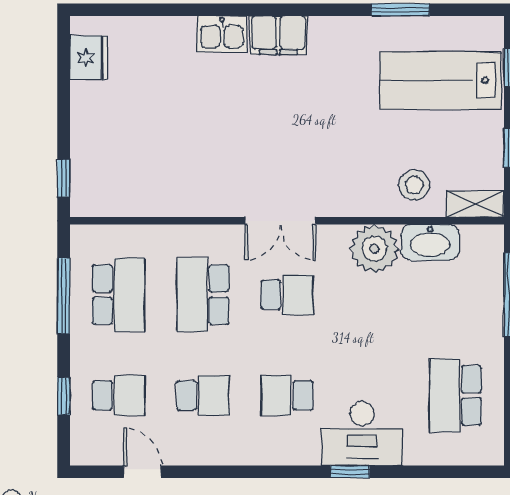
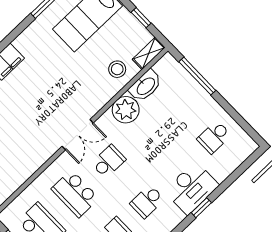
school desk: (455, 395) -> (214, 137), width x0.54

